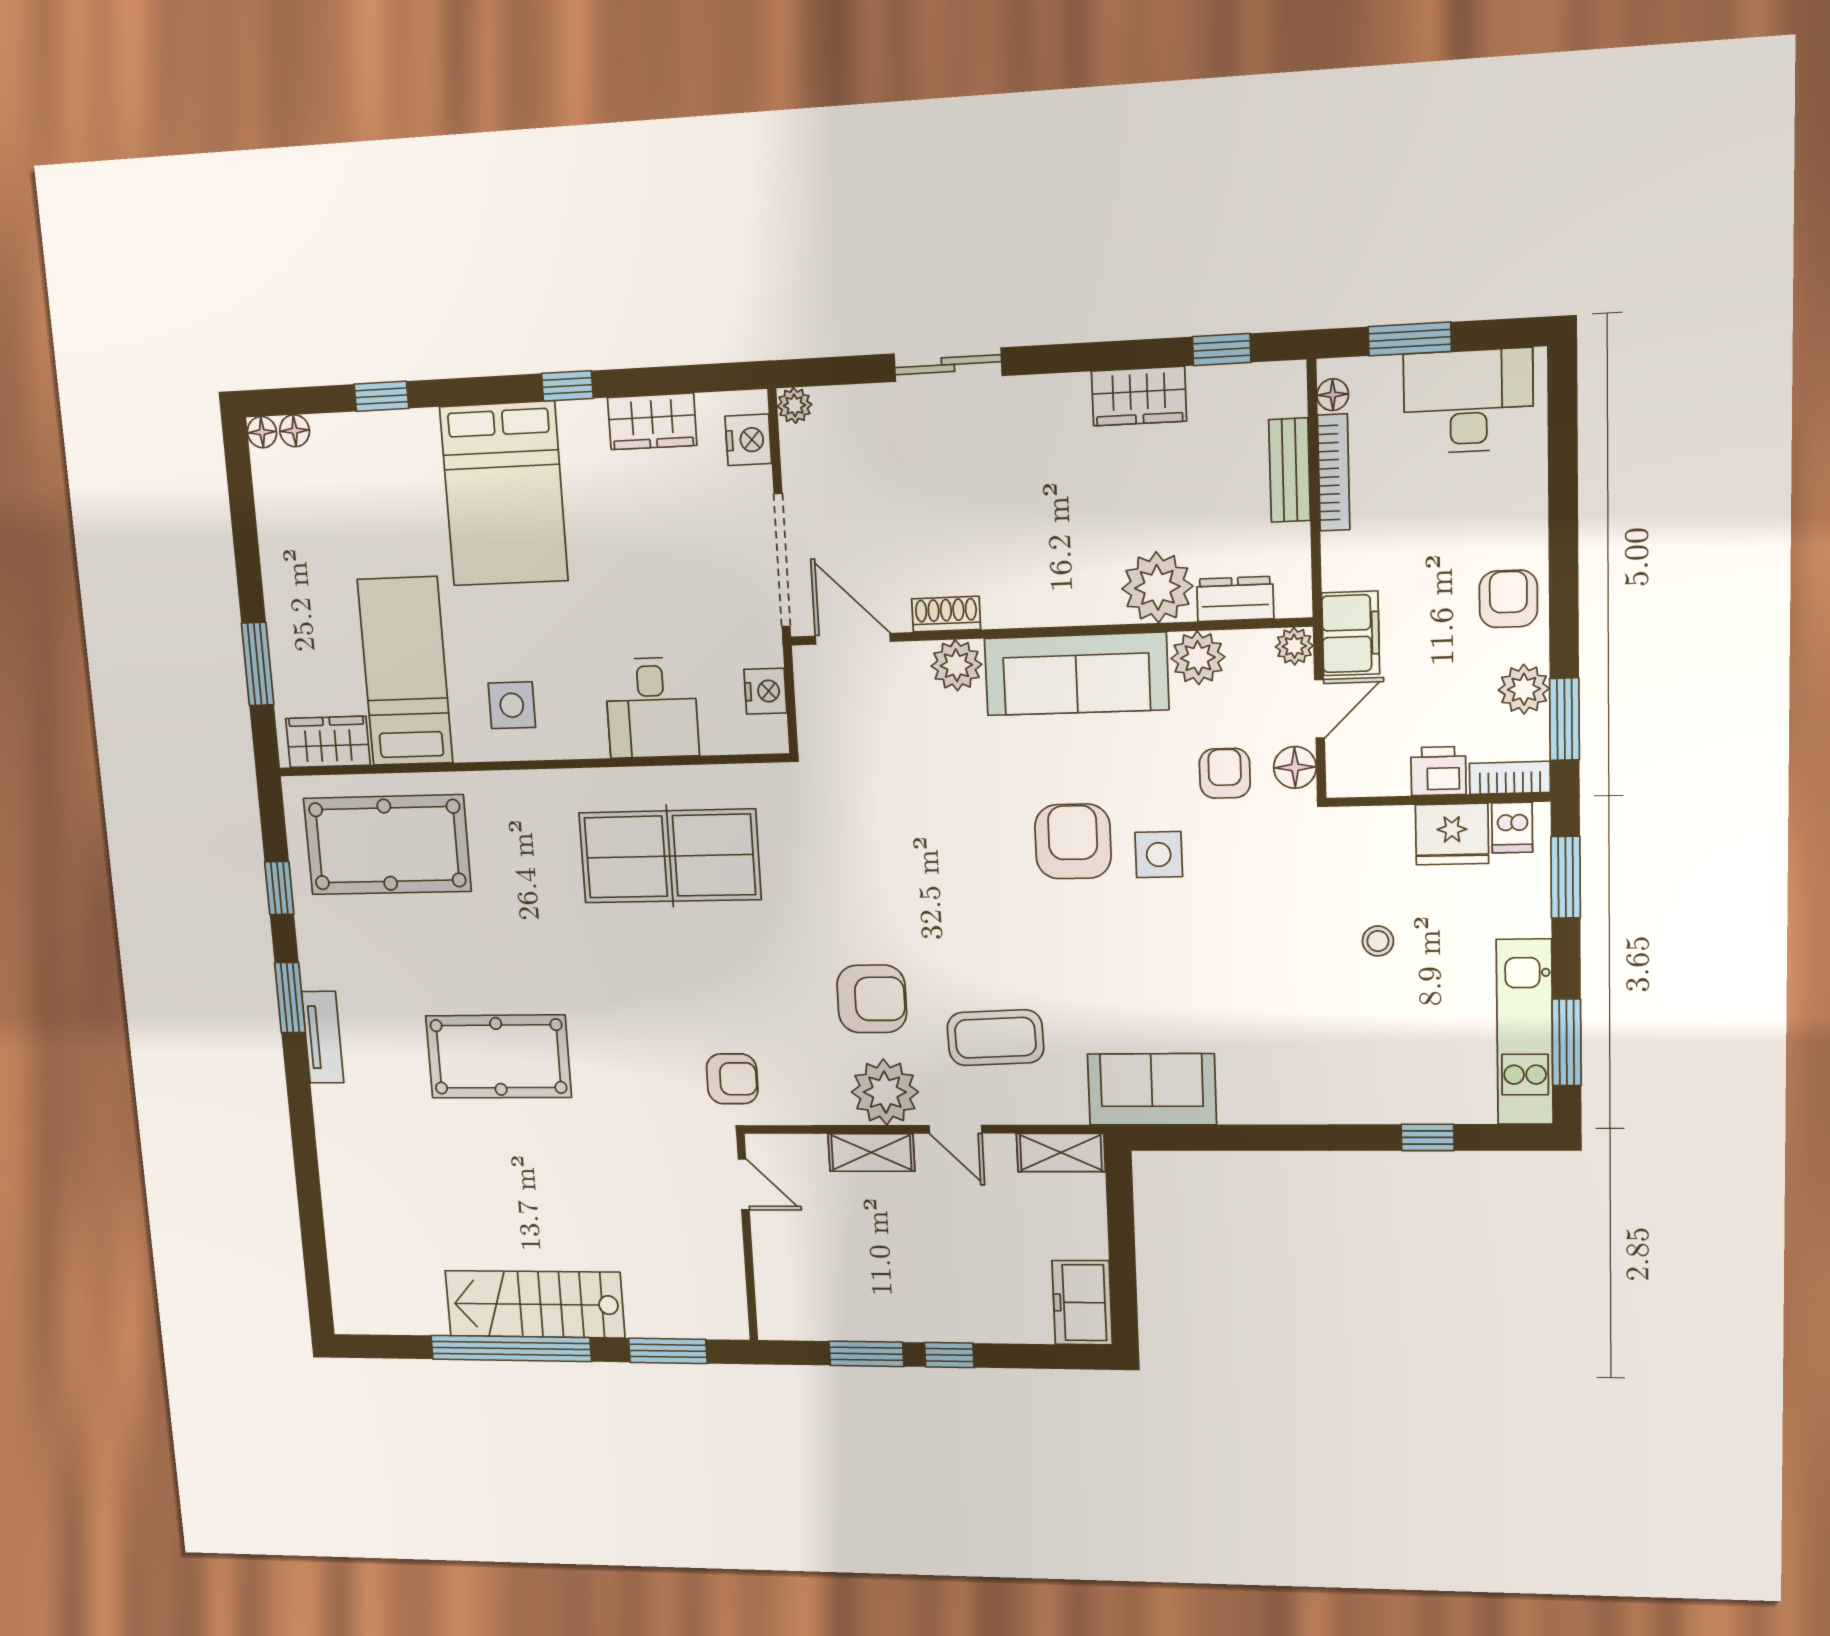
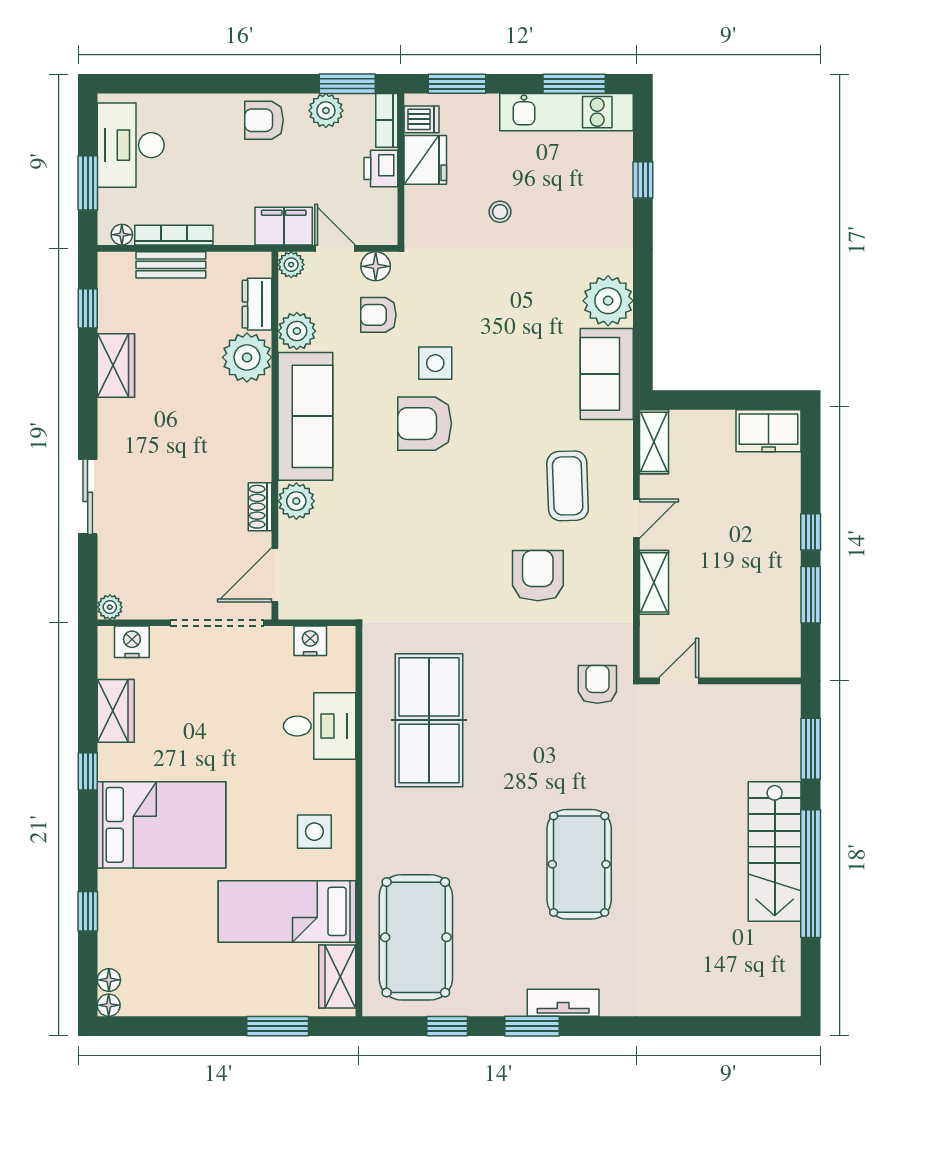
plant: (885, 1092) -> (608, 301), moved

